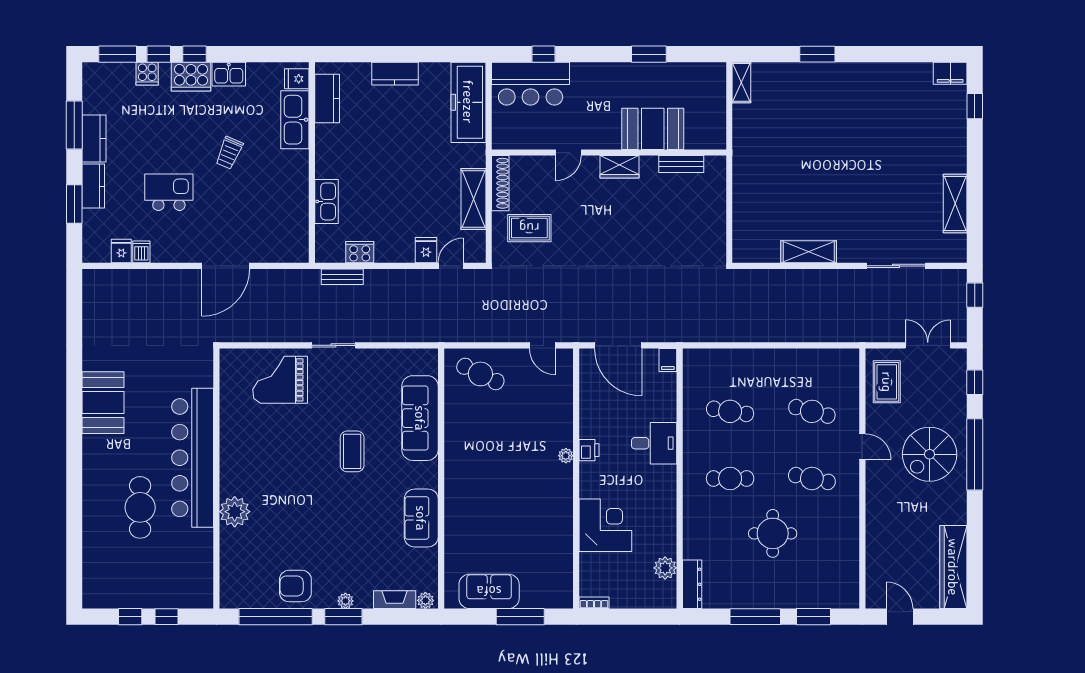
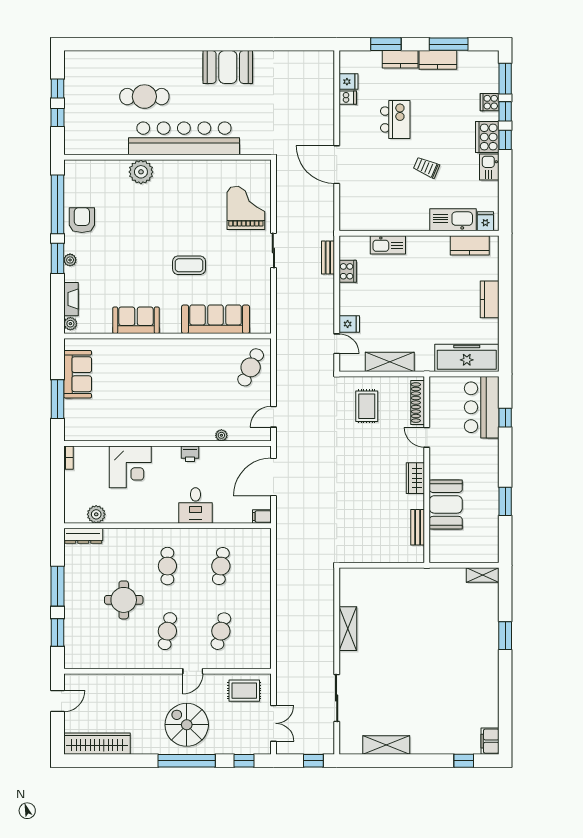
shoe rack: (500, 183) -> (418, 403), moved, turned 90
plant: (566, 456) -> (221, 435), moved

